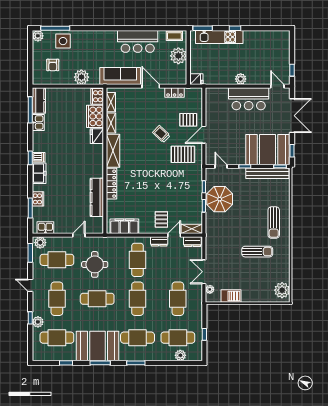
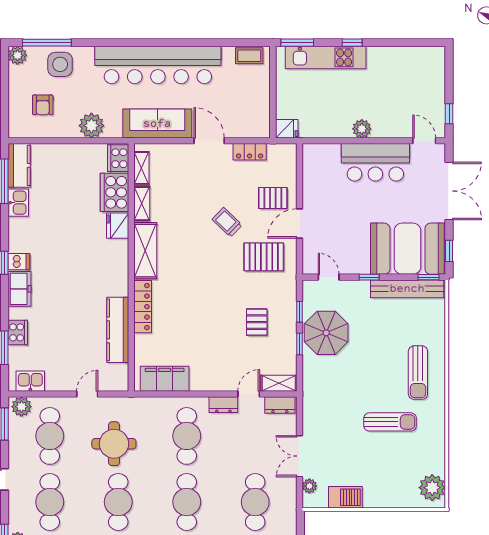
bar counter: (138, 41) -> (158, 65), width x1.86
plant: (178, 56) -> (256, 89), removed
pallet: (161, 219) -> (257, 322), moved
cafe table: (57, 260) -> (50, 436), turned 90
cafe table: (97, 299) -> (118, 502), turned 90

